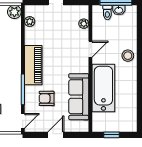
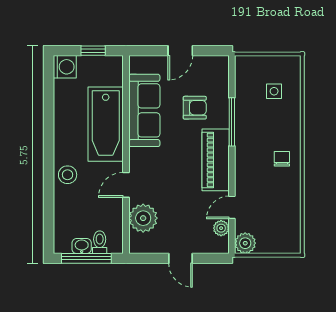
plant: (84, 24) -> (143, 218), width x1.87, depth x1.87
door: (23, 121) -> (232, 207), moved
washing machine: (130, 125) -> (65, 67), added

